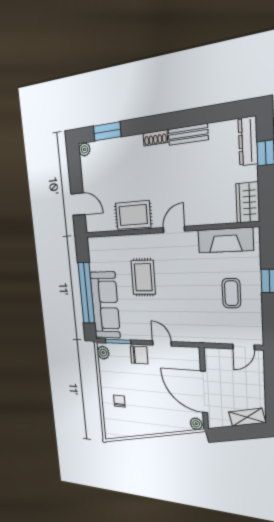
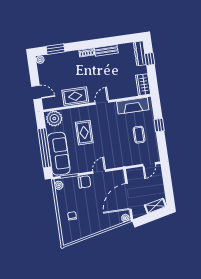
plant: (101, 249) -> (54, 118), added
door: (162, 343) -> (99, 171), hinge flipped
door: (204, 392) -> (128, 196), hinge flipped

